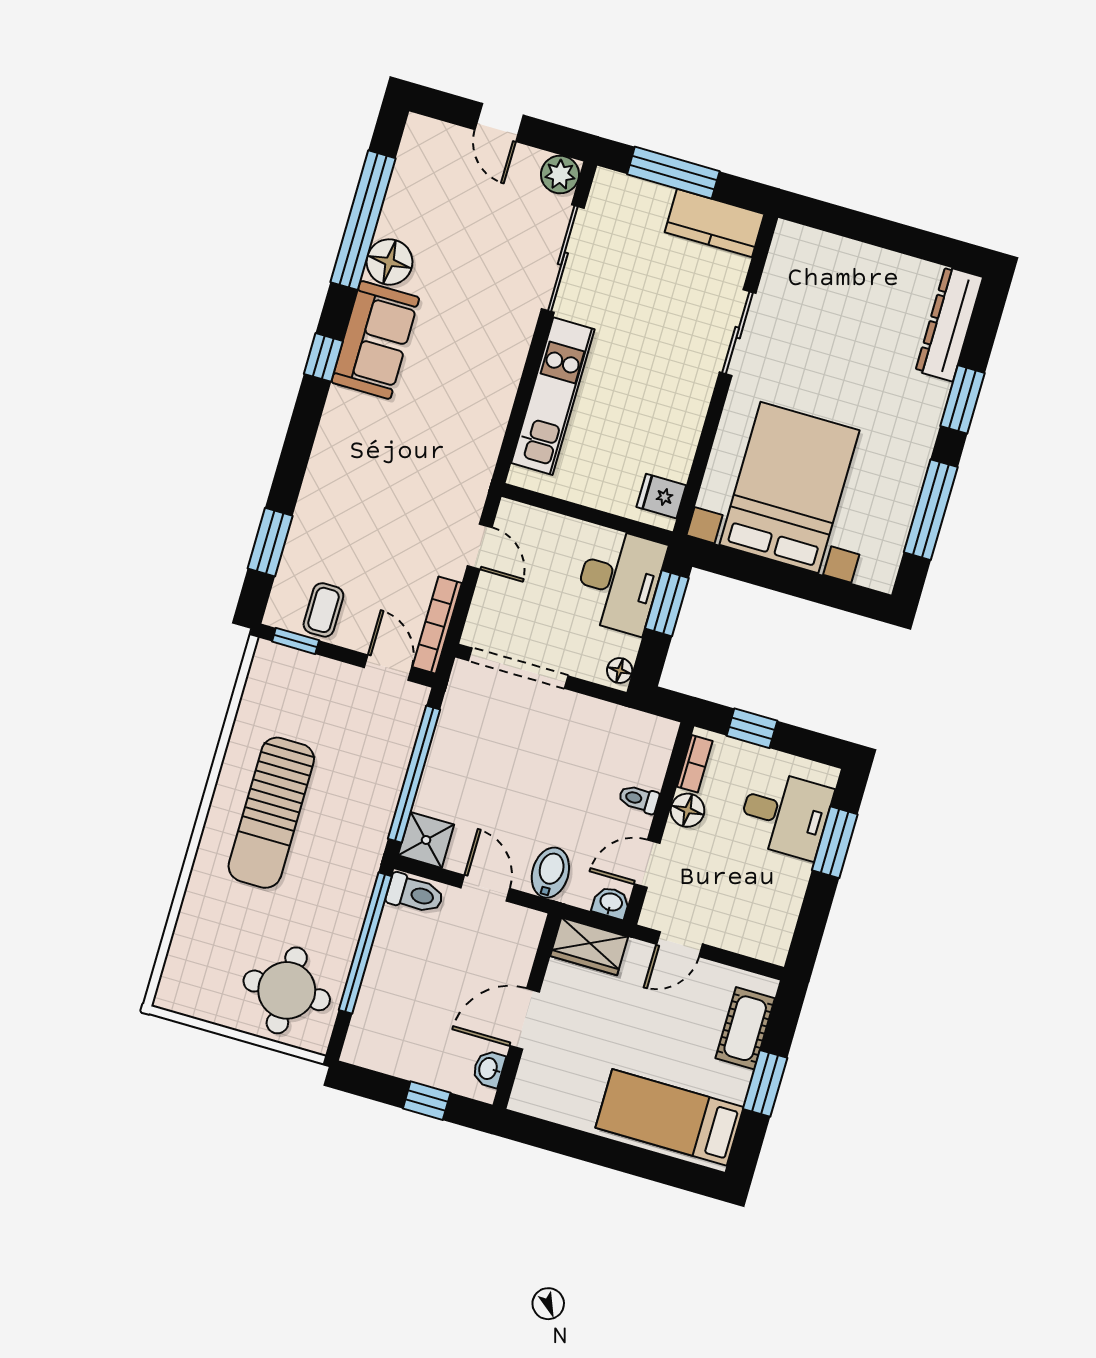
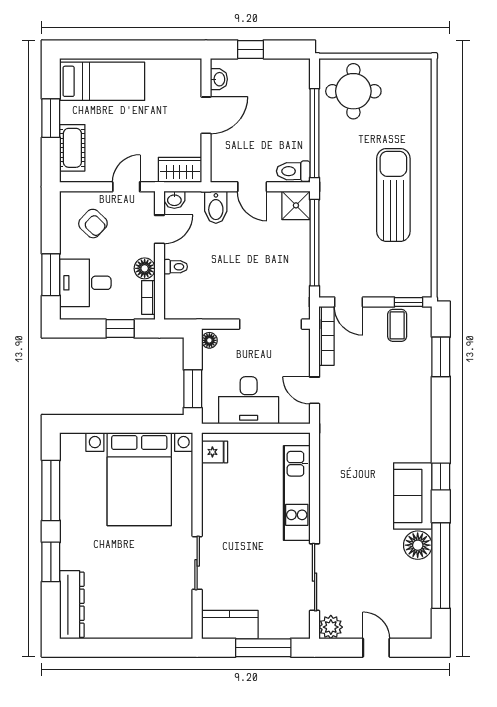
desk: (619, 581) -> (249, 400), moved, turned -90
armchair: (747, 902) -> (93, 224), added

